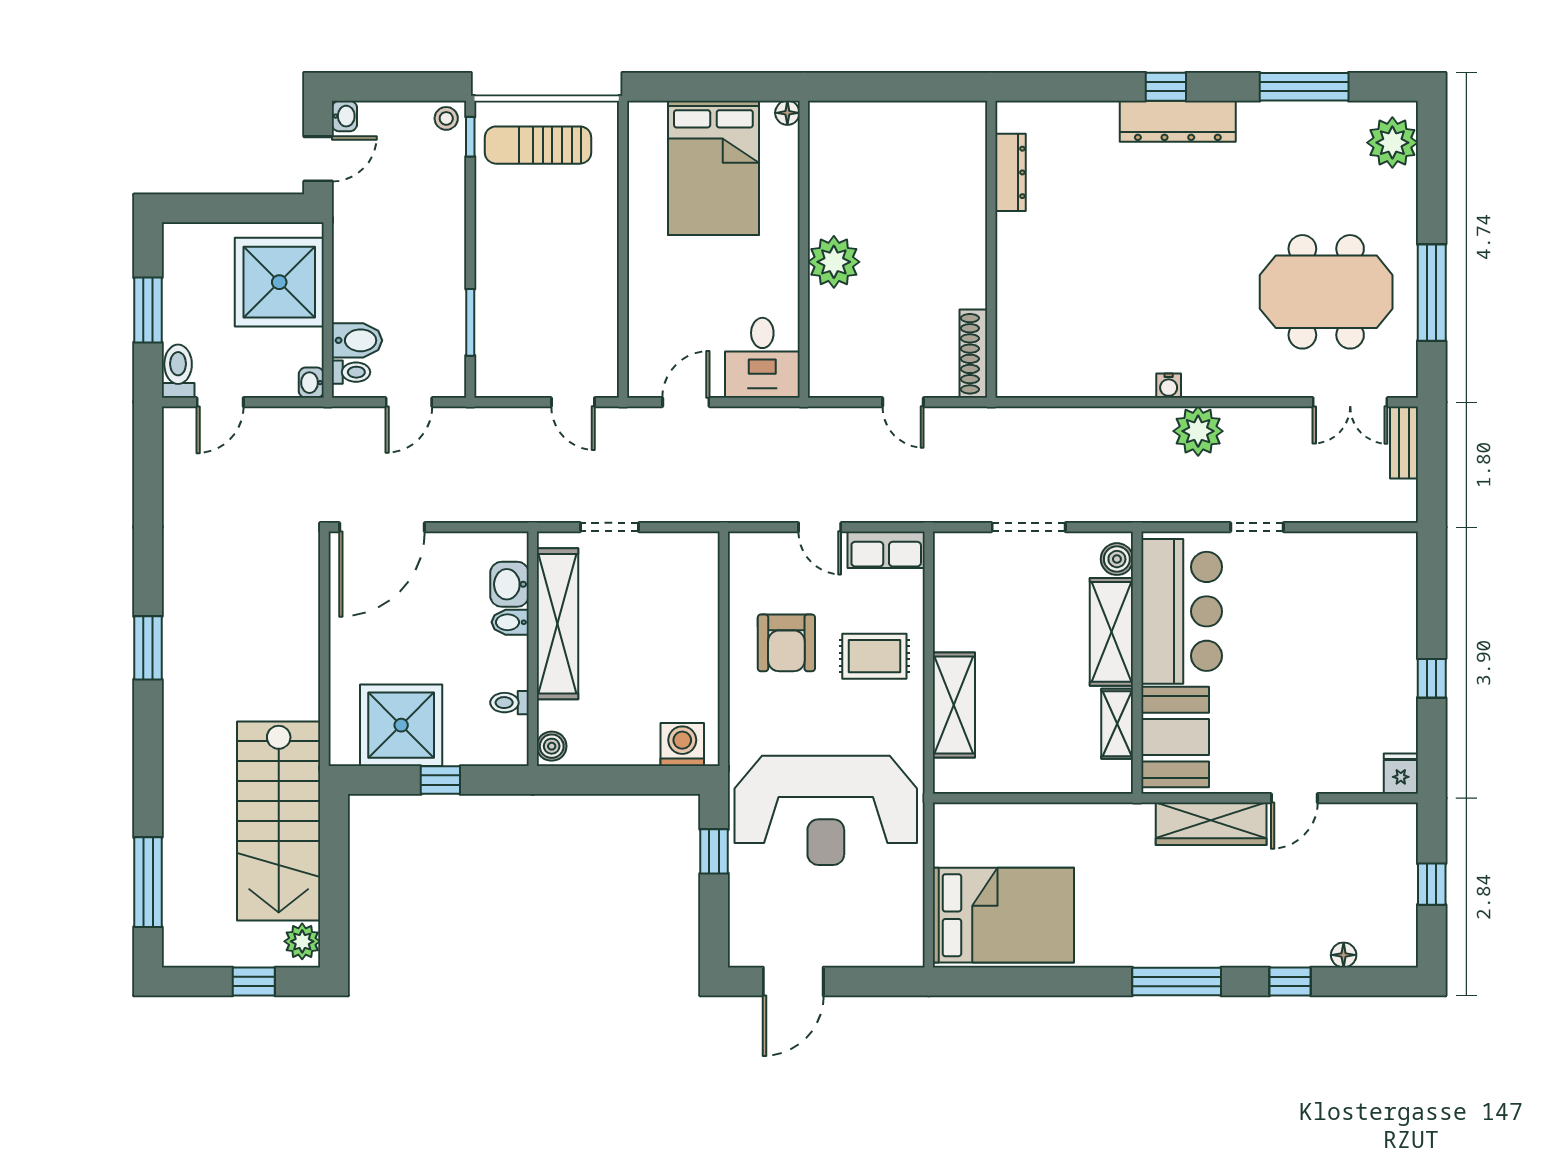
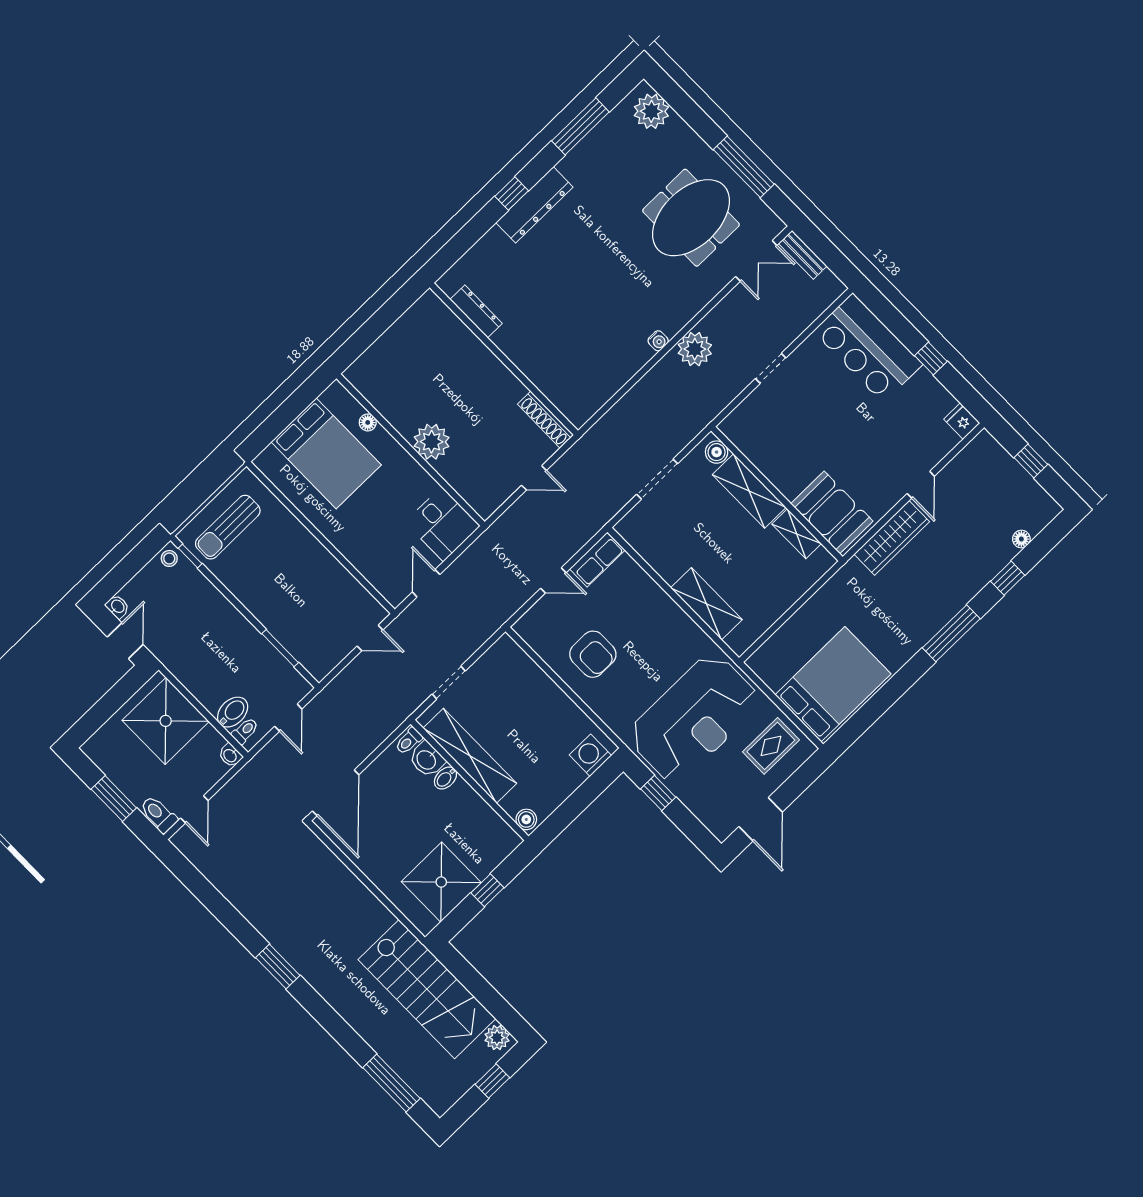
floor lamp: (787, 113) -> (368, 422), moved
bar counter: (1182, 611) -> (868, 348), moved, turned 180
rug: (874, 656) -> (771, 746), moved
toilet: (509, 703) -> (409, 741), moved

